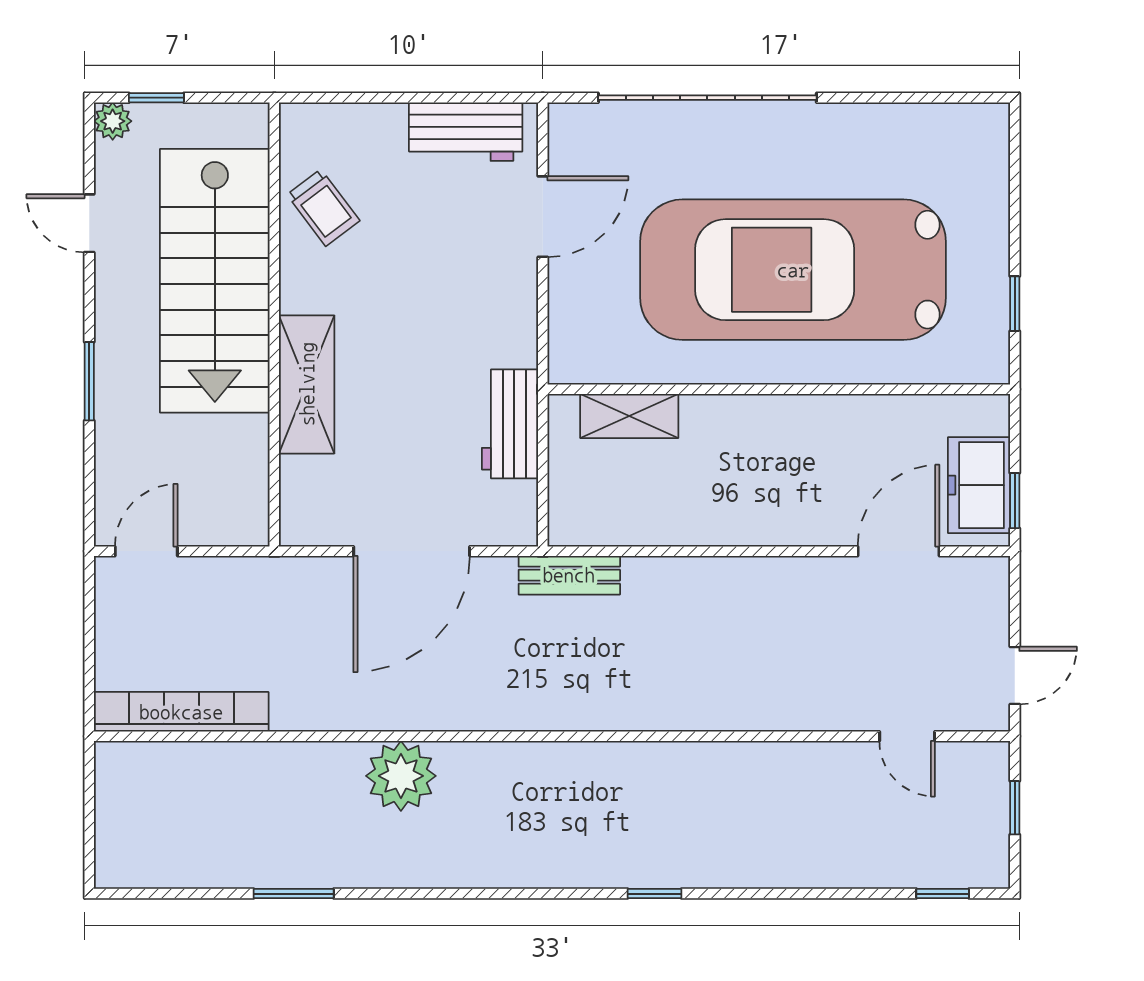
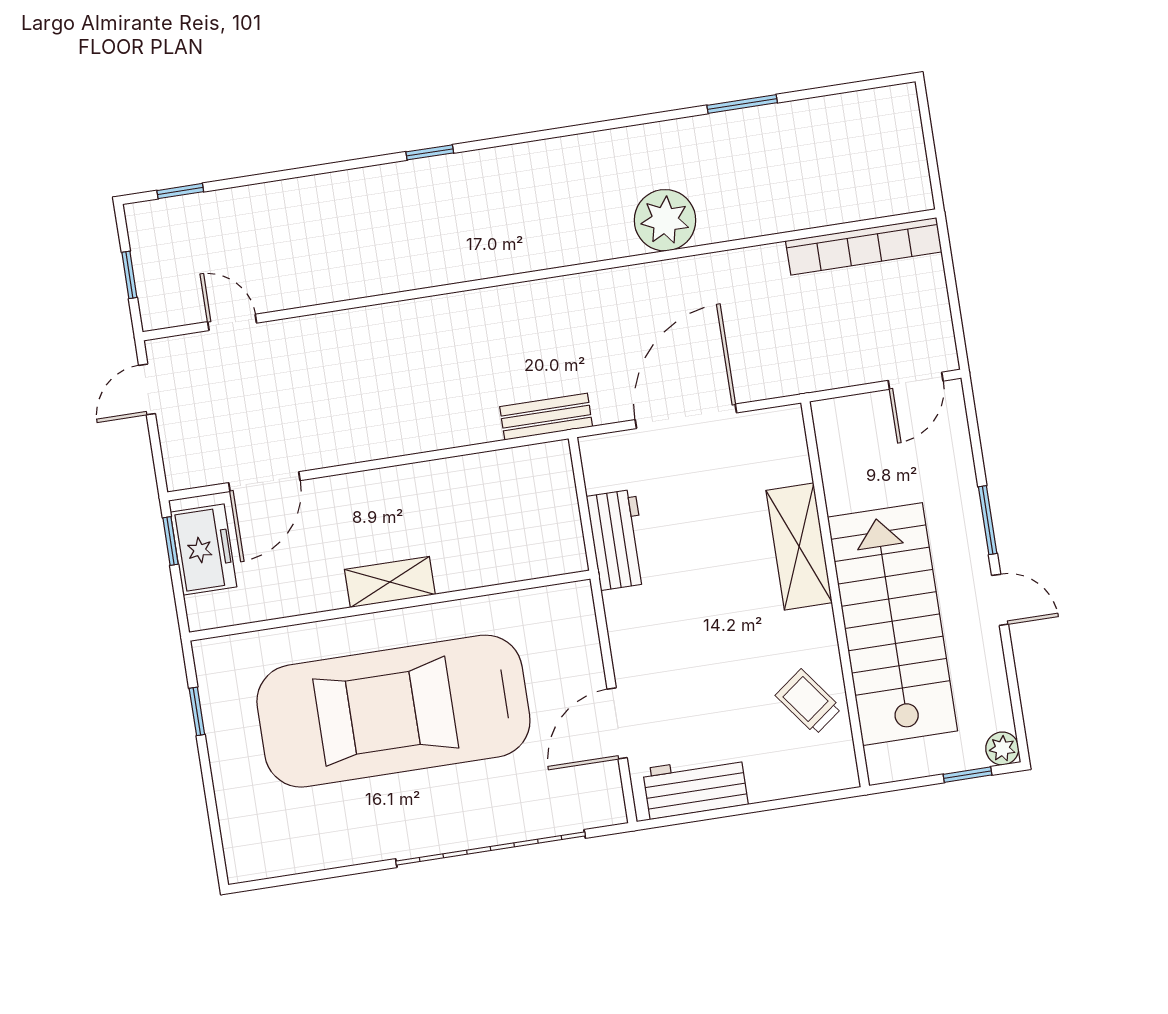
door: (89, 223) -> (1000, 600), moved
car: (793, 270) -> (393, 711), turned 180
shelving: (629, 416) -> (390, 582), moved

